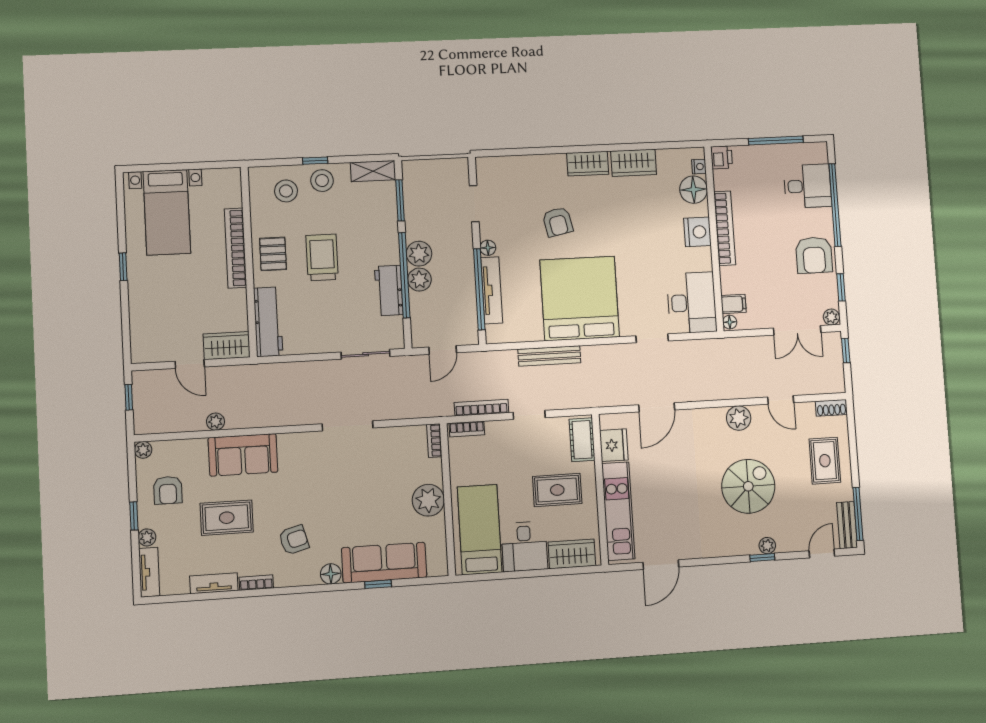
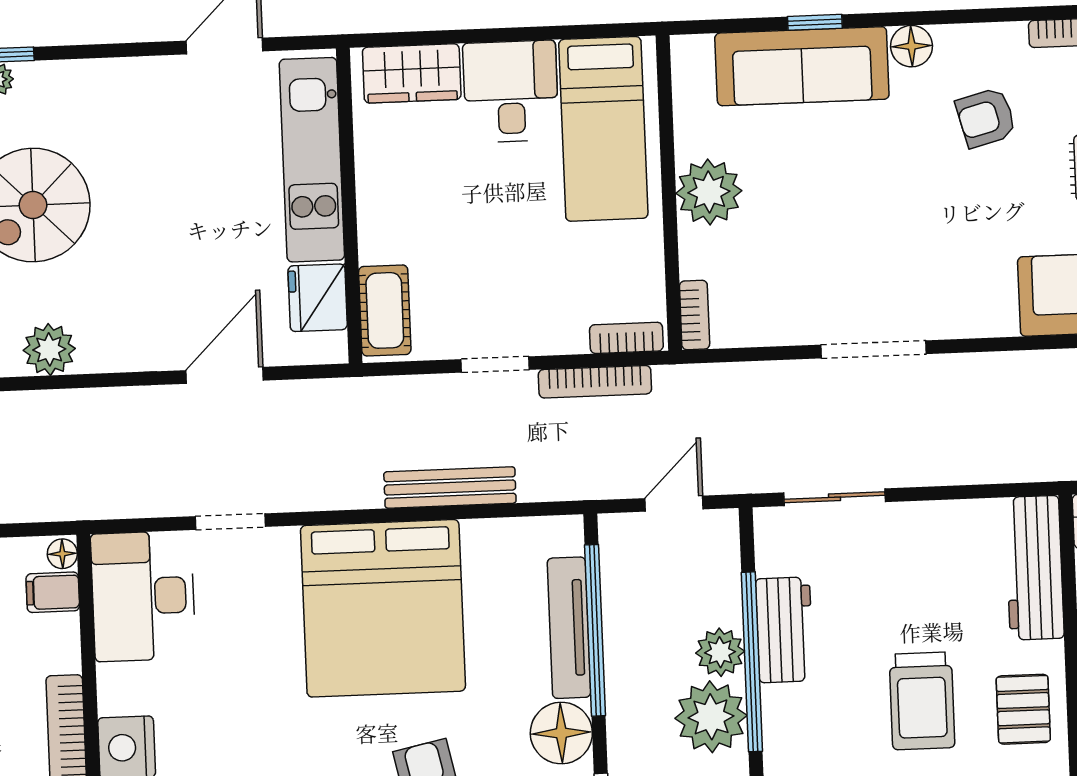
floor lamp: (488, 248) -> (561, 733), width x1.89, depth x1.89
plant: (419, 254) -> (711, 717), width x1.36, depth x1.36
rug: (557, 490) -> (439, 207), removed

